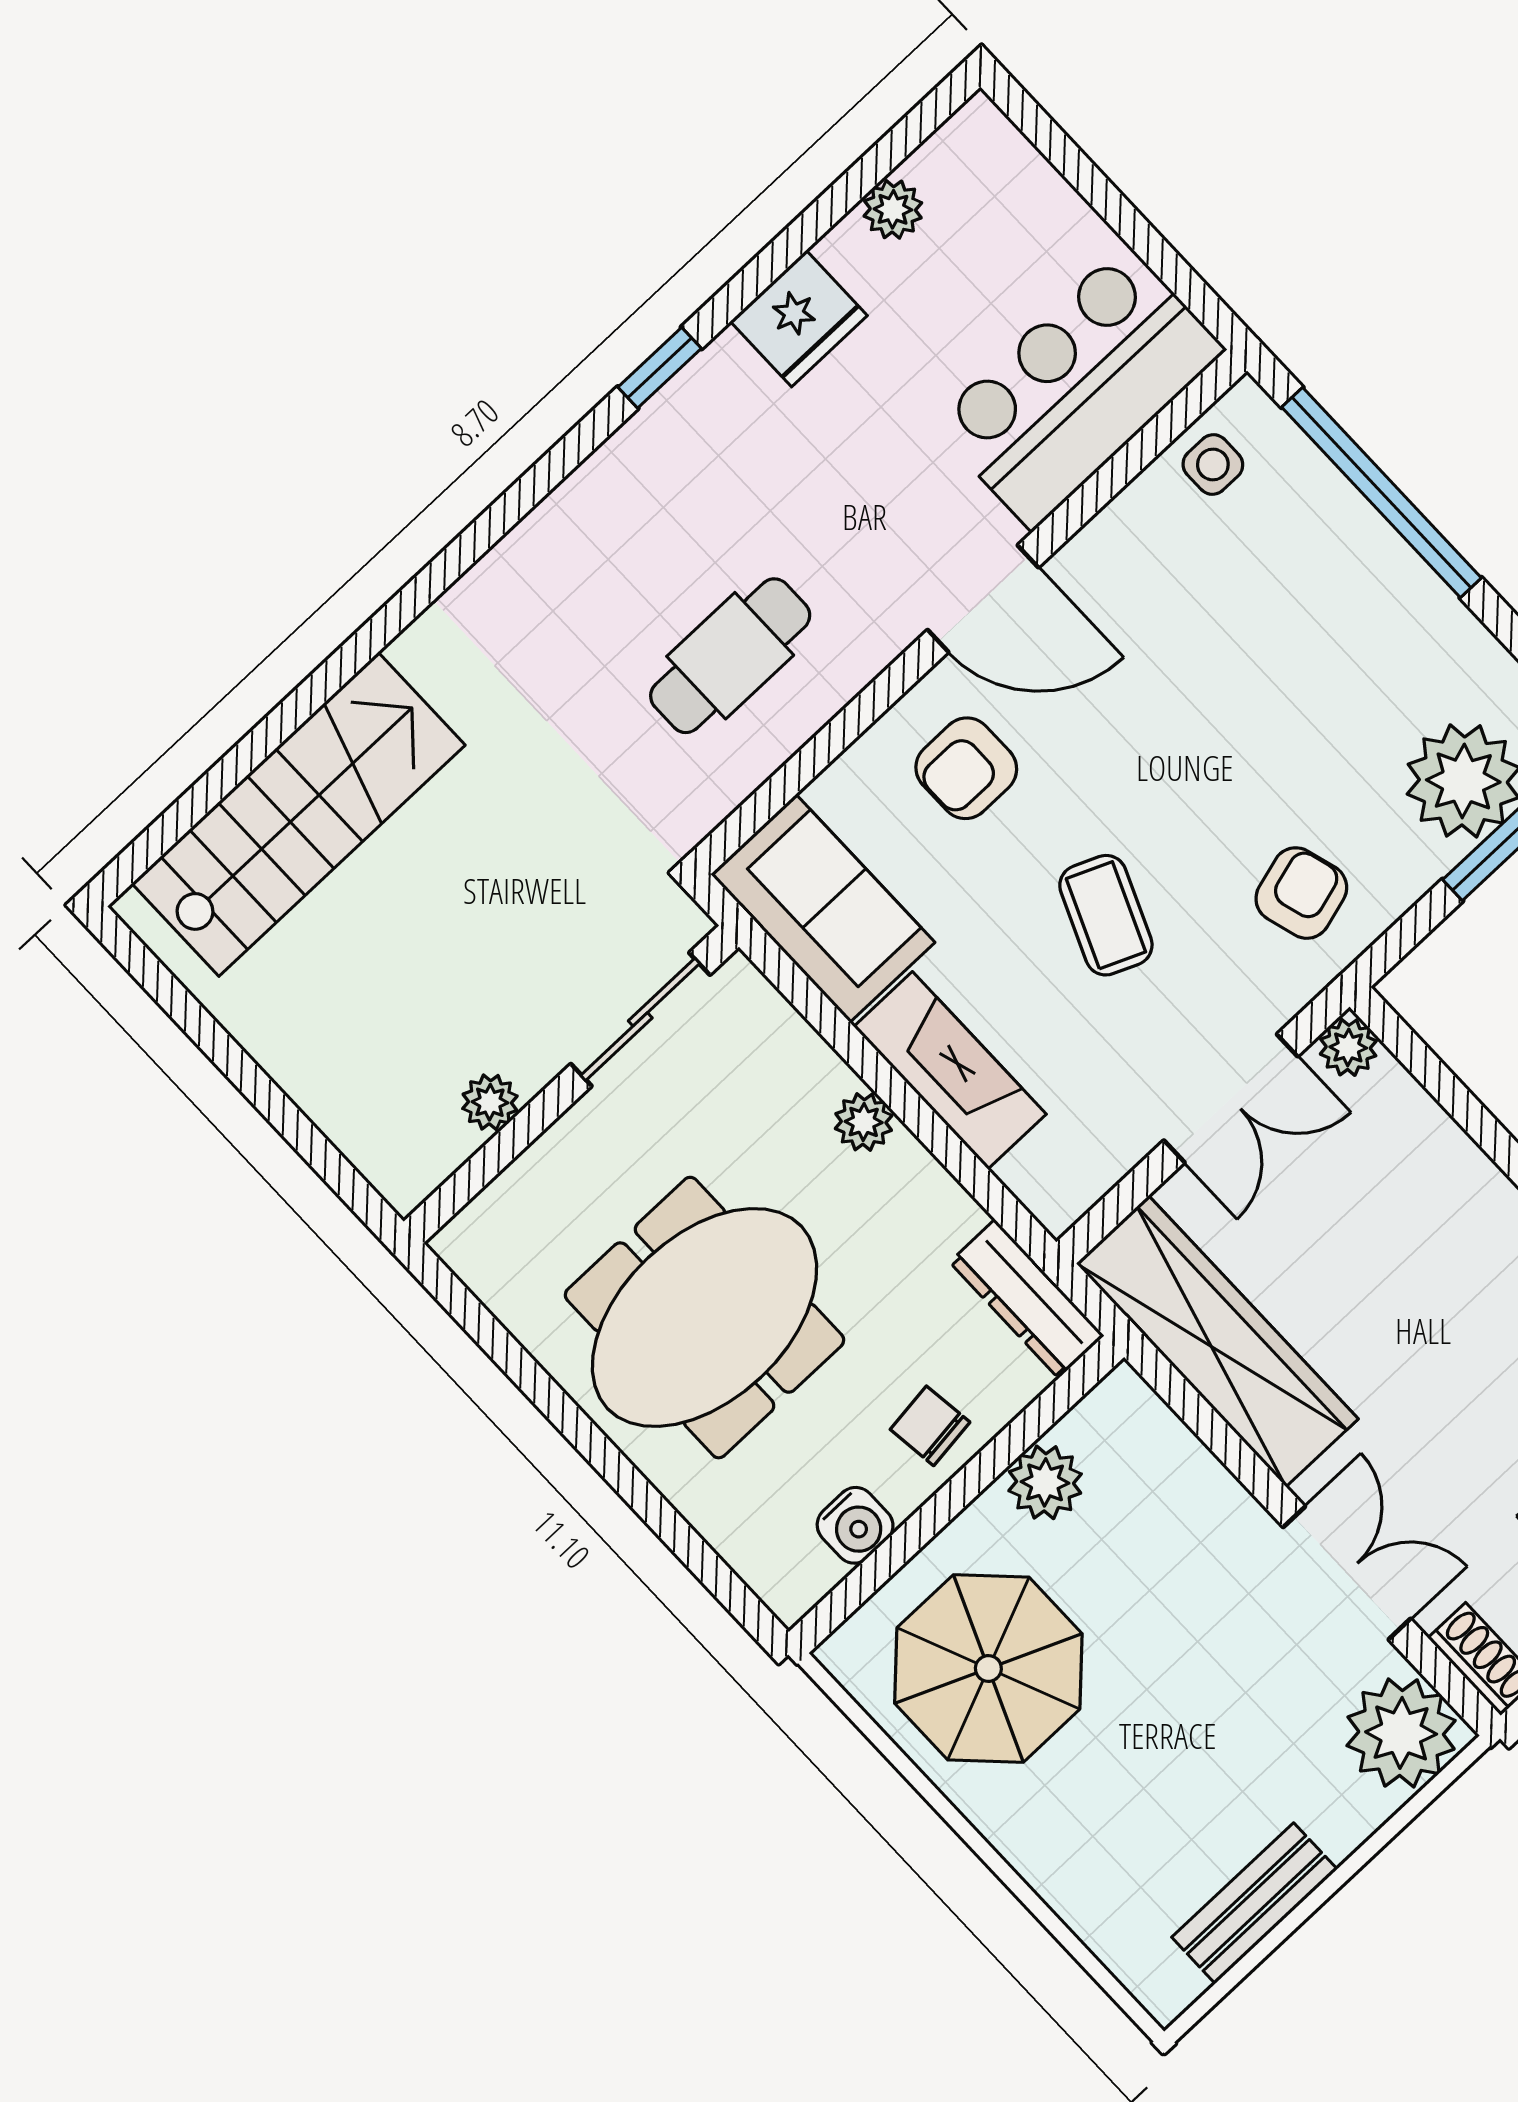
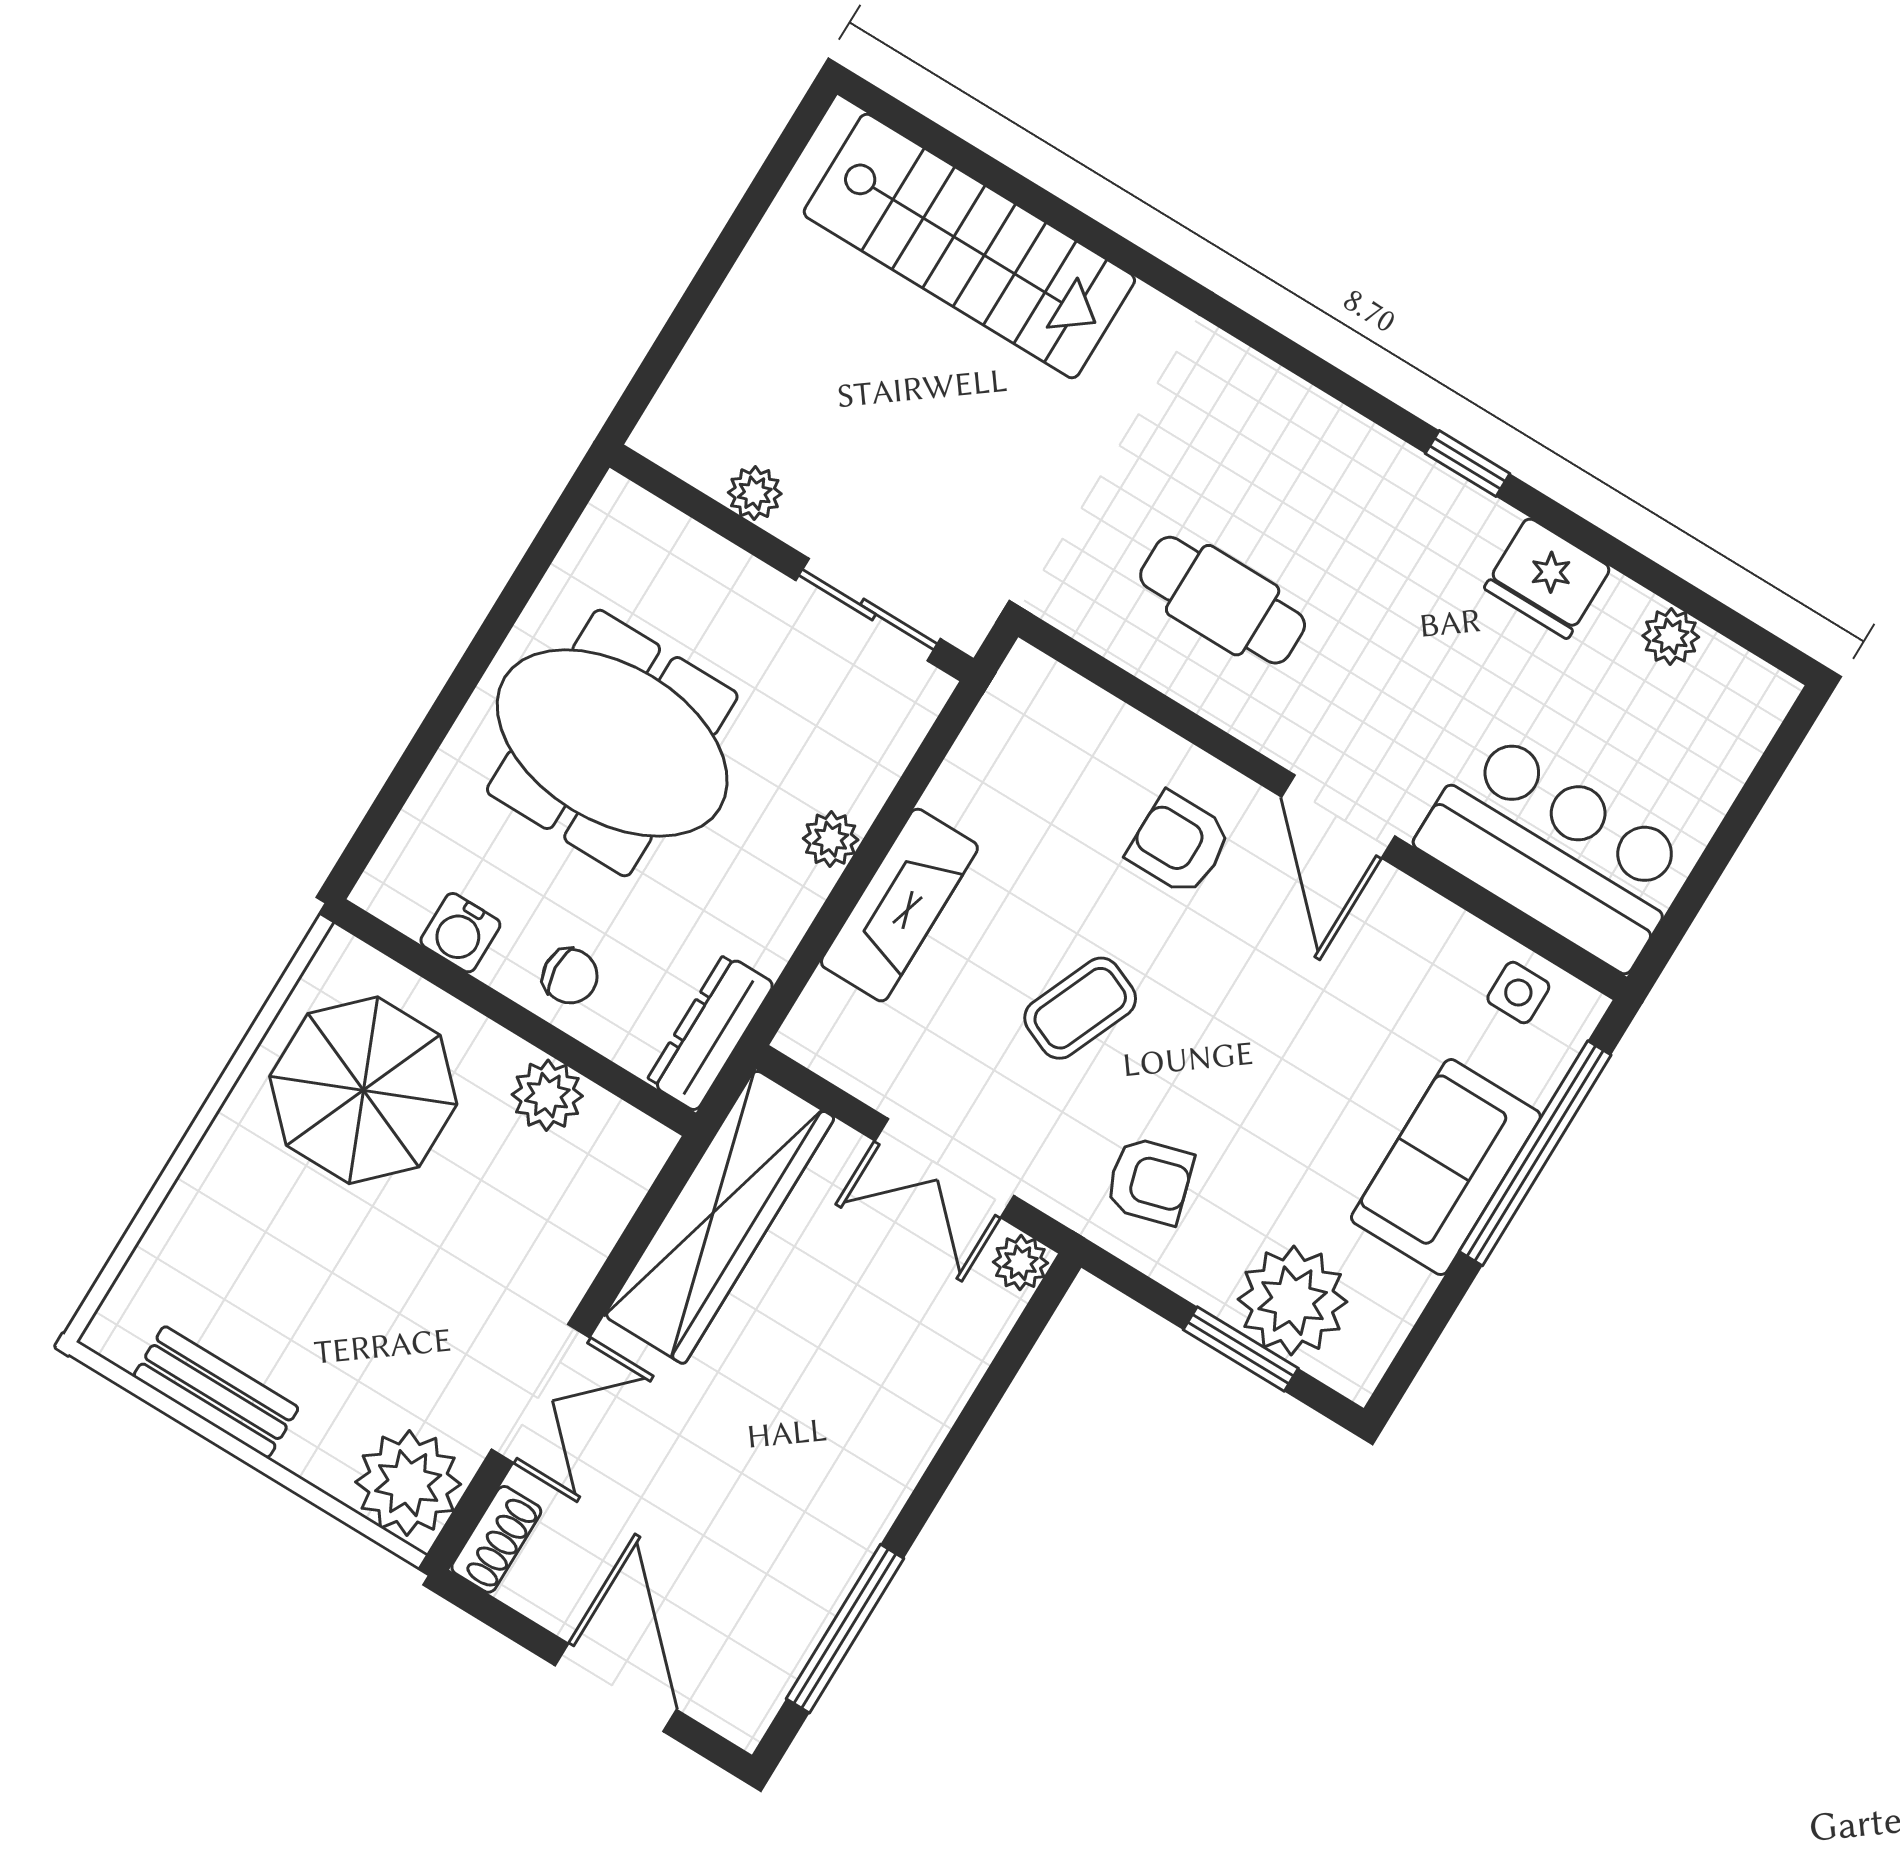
sofa: (823, 909) -> (1446, 1167), moved, turned 180
chair: (930, 1426) -> (570, 976), turned 94

